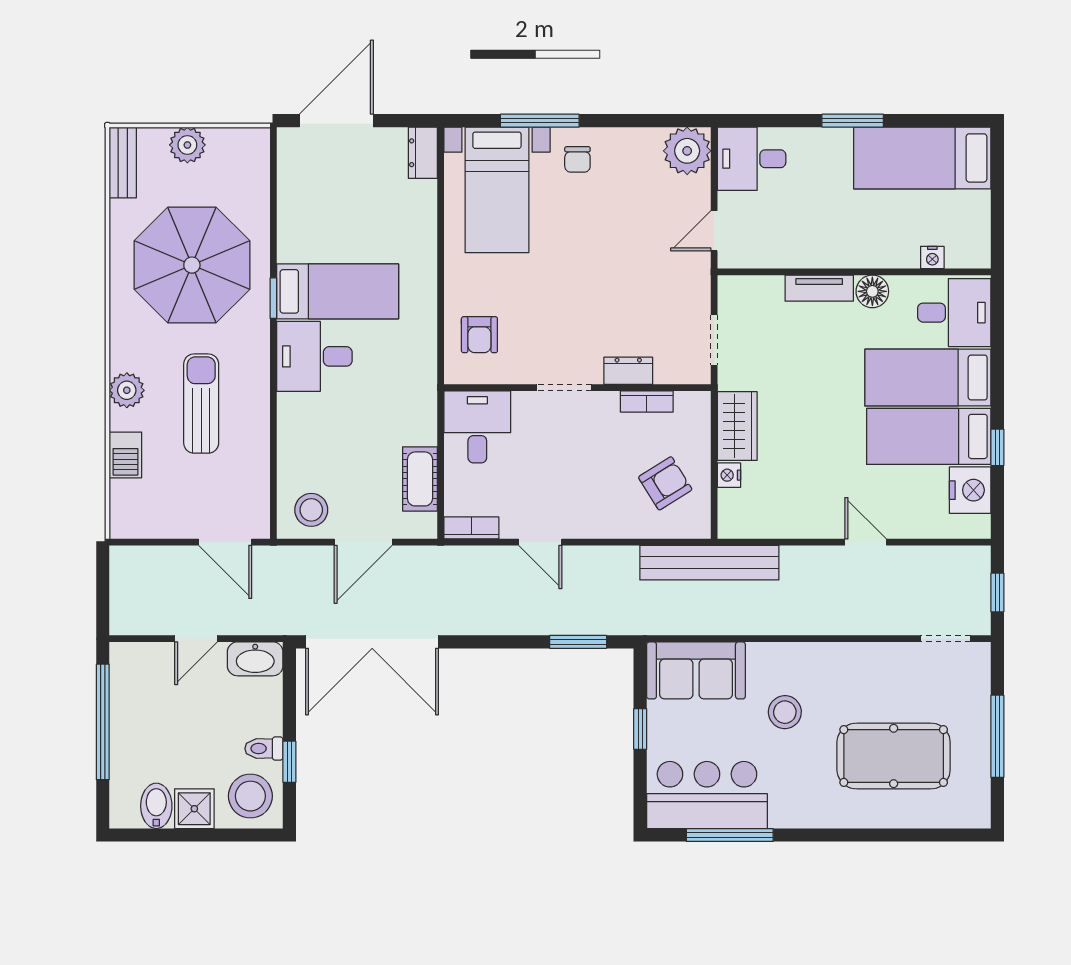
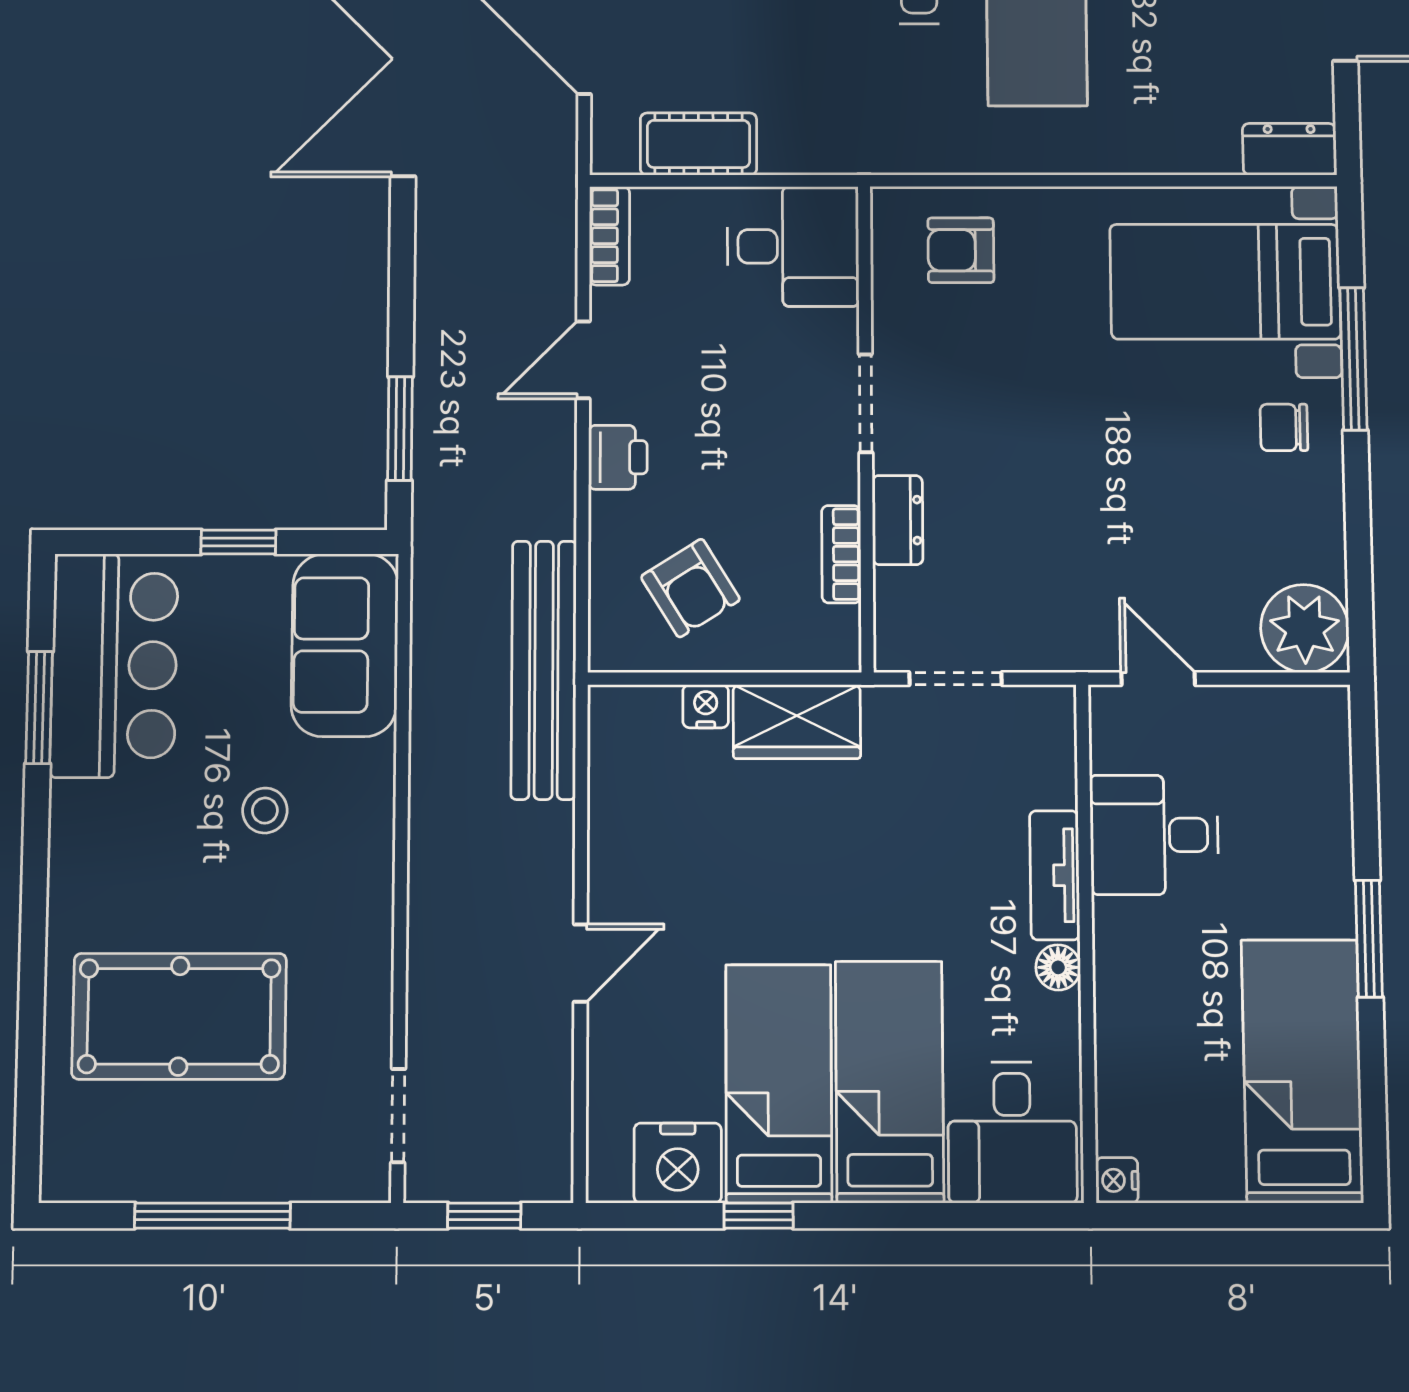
desk: (752, 159) -> (1154, 835), moved, turned -90
nightstand: (932, 257) -> (1117, 1180), moved
floor lamp: (872, 291) -> (1058, 967), width x0.73, depth x0.73
printer: (594, 523) -> (618, 457), added
stool: (785, 712) -> (265, 811), width x0.73, depth x0.73
pool table: (894, 756) -> (179, 1016), turned 90
window: (730, 835) -> (39, 708), width x0.69

